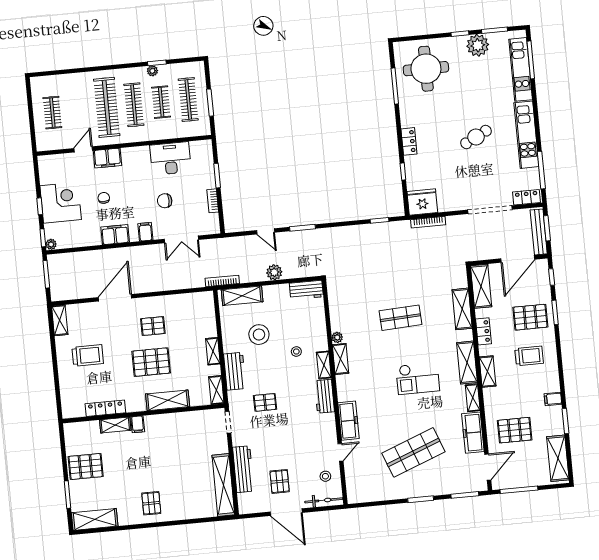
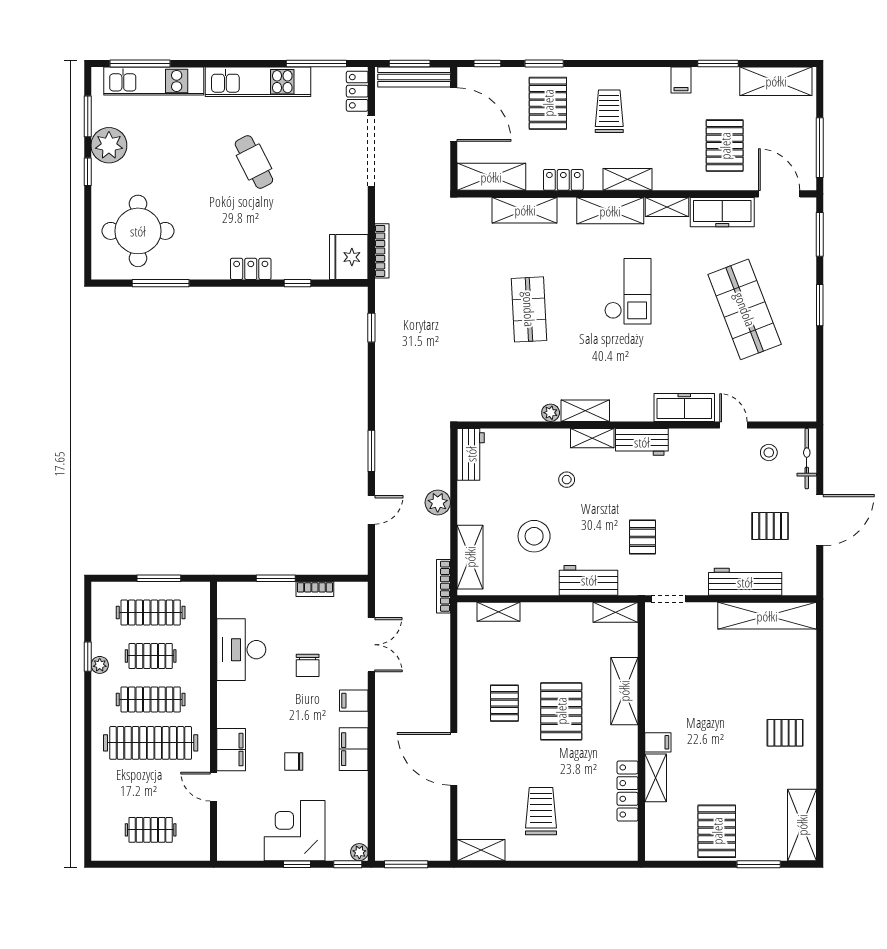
shelving: (213, 351) -> (498, 612), moved

